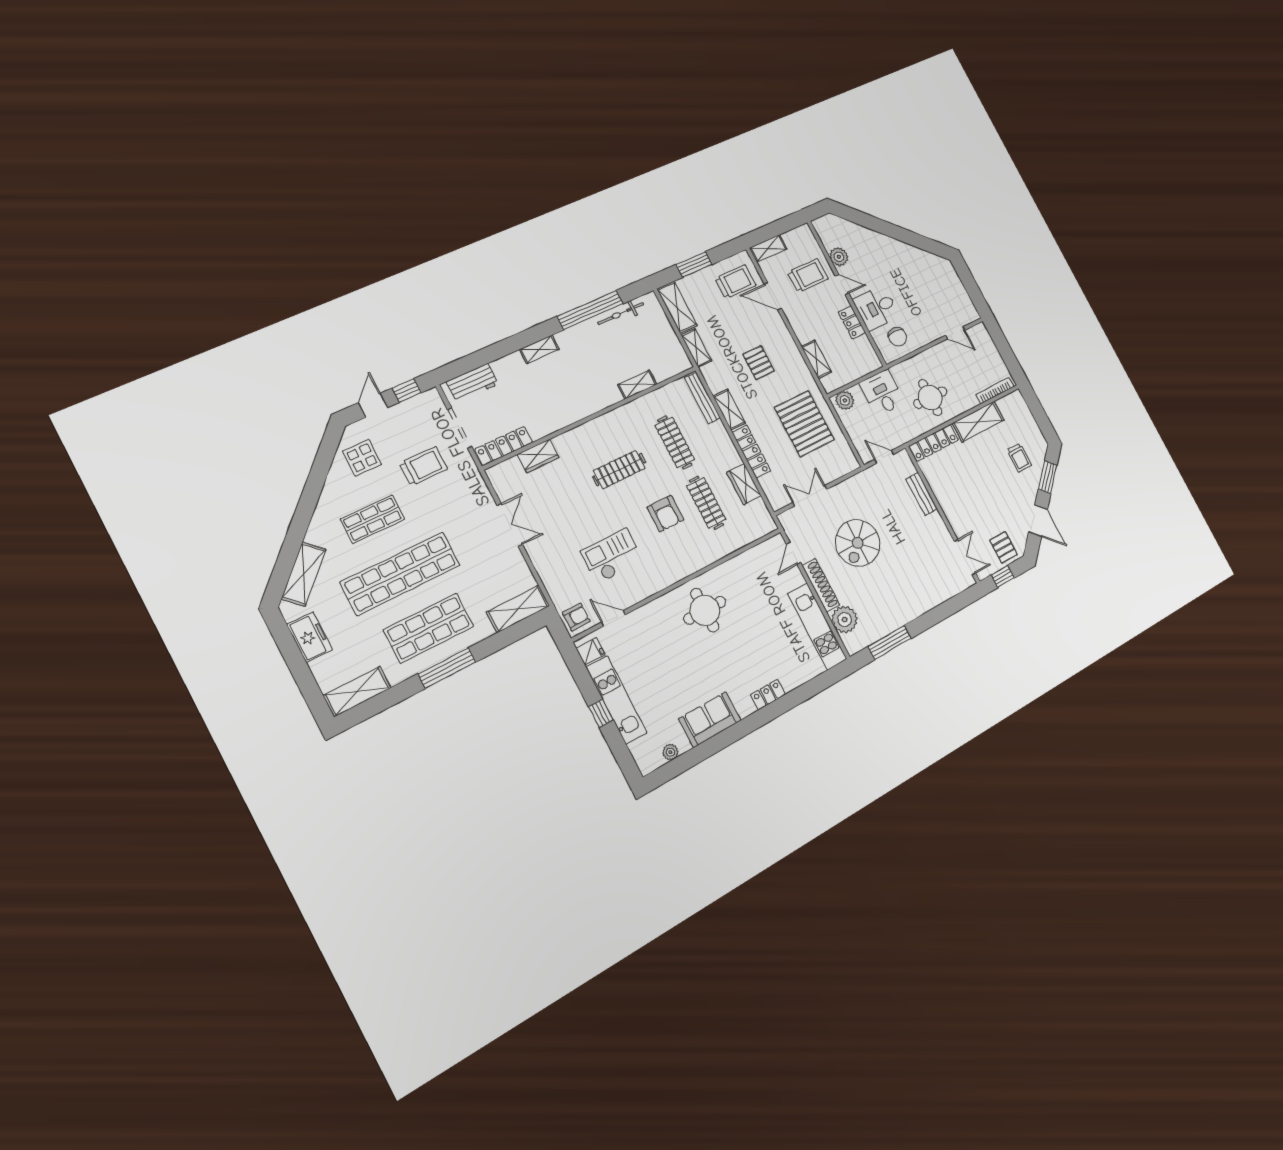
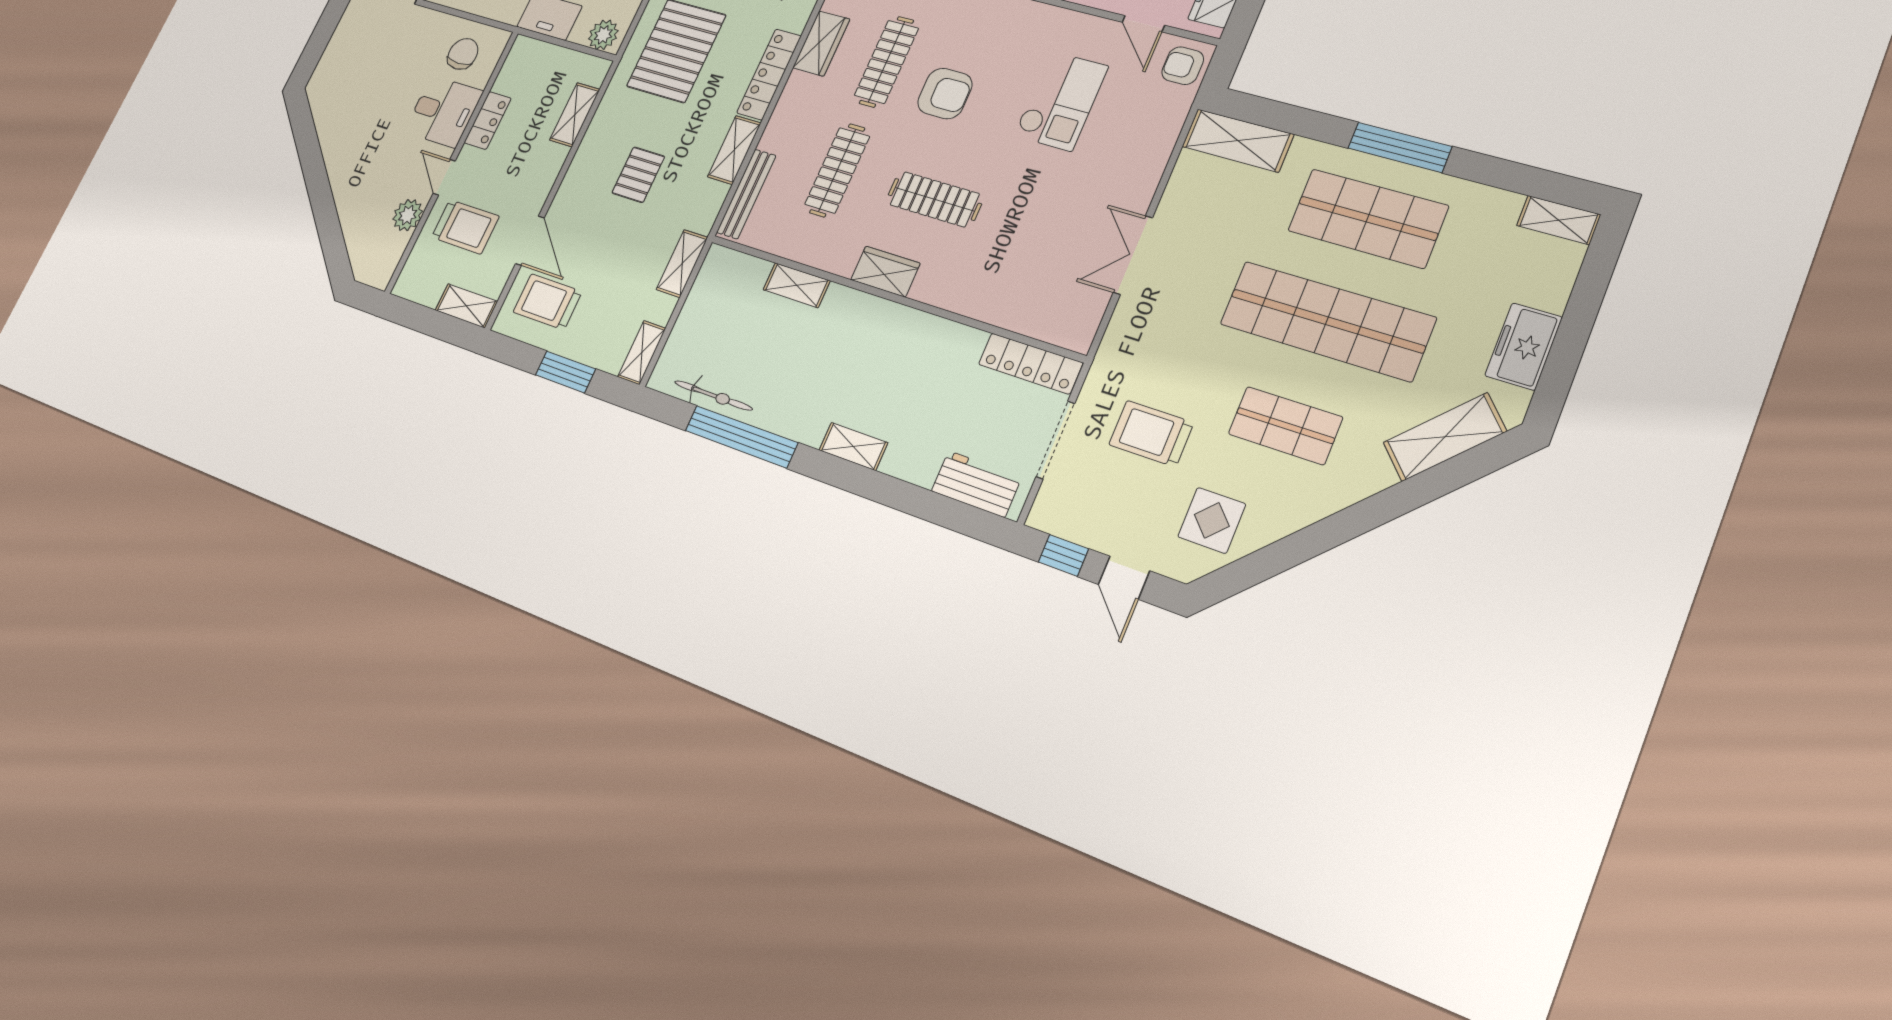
trolley: (808, 276) -> (465, 227), turned 180
shelving: (677, 307) -> (642, 353), width x0.67, depth x0.75
door: (373, 405) -> (1124, 578), hinge flipped
wardrobe: (538, 456) -> (885, 272), moved
armchair: (665, 514) -> (945, 94), turned 90
checkout: (612, 556) -> (1061, 101), turned -90
shelving: (357, 692) -> (1559, 220), width x0.67, depth x0.75

